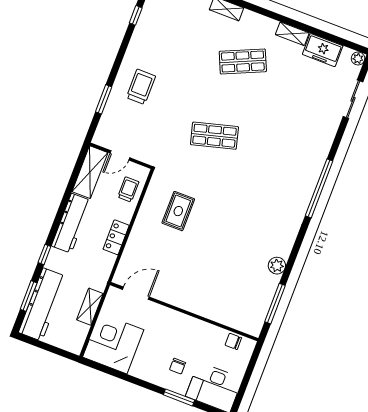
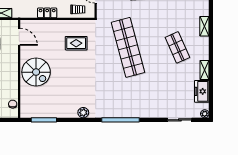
shop shelf: (214, 136) -> (128, 47), width x2.00, depth x1.36
plant: (277, 266) -> (83, 113), moved
spiral stairs: (199, 288) -> (36, 72), added

